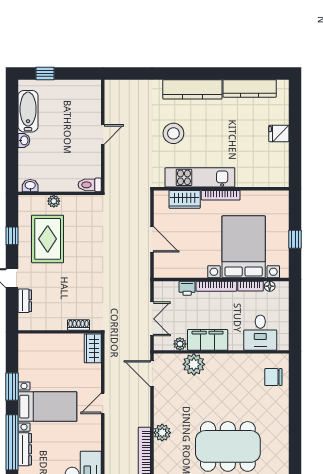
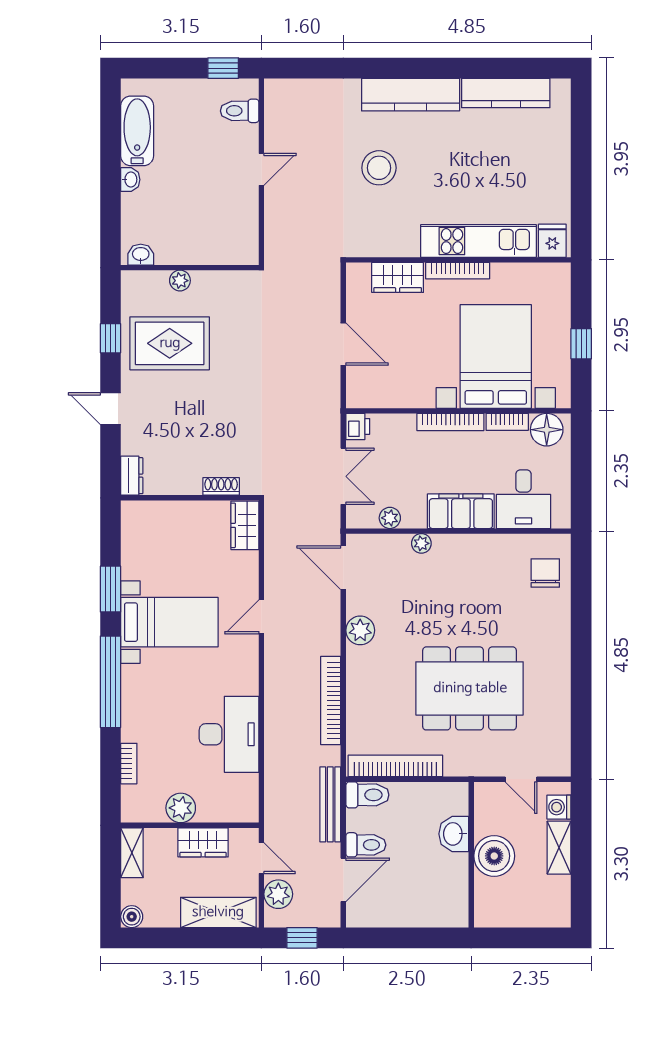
window: (45, 73) -> (223, 68), moved
fridge: (279, 133) -> (552, 241), moved, turned 90
kitchen unit: (200, 177) -> (479, 241), moved
toilet: (90, 185) -> (240, 111), moved
rug: (48, 239) -> (170, 343), turned 90
floor lamp: (270, 286) -> (547, 430), width x1.89, depth x1.89
printer: (187, 288) -> (358, 426), moved, turned -90
dresser: (25, 301) -> (132, 476), moved
filing cabinet: (208, 340) -> (461, 511), moved
plant: (194, 364) -> (421, 543), width x0.53, depth x0.53
chair: (273, 377) -> (545, 573), turned 90
plant: (162, 433) -> (360, 630), moved
dresser: (25, 449) -> (132, 693), removed

